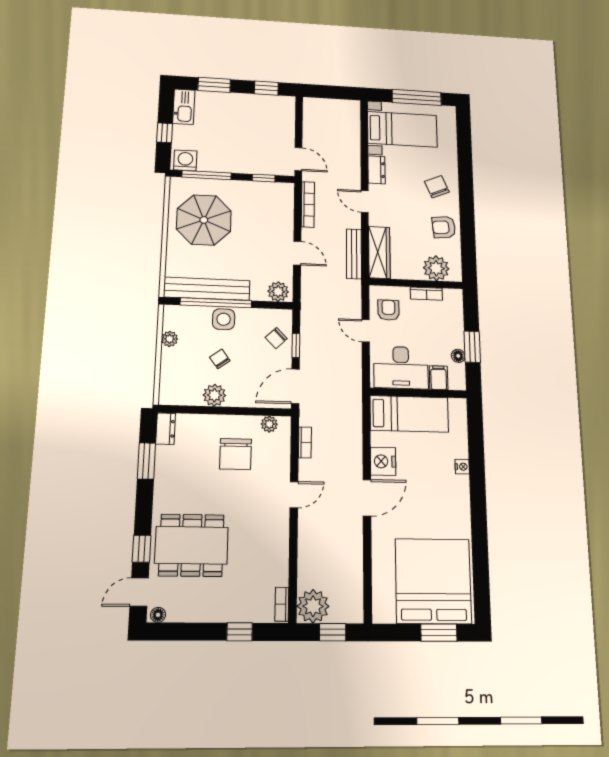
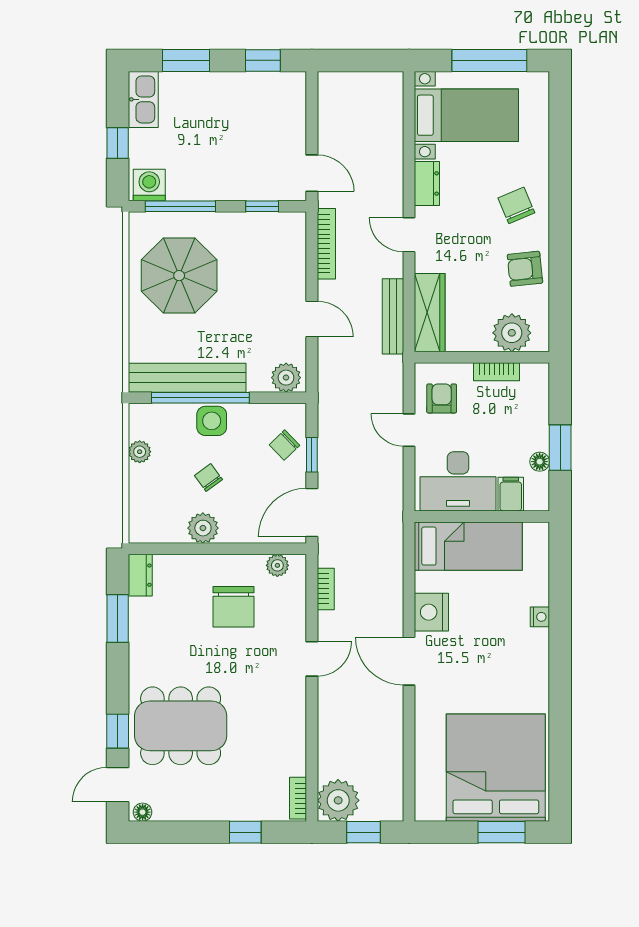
door: (367, 498) -> (409, 661), swing flipped

